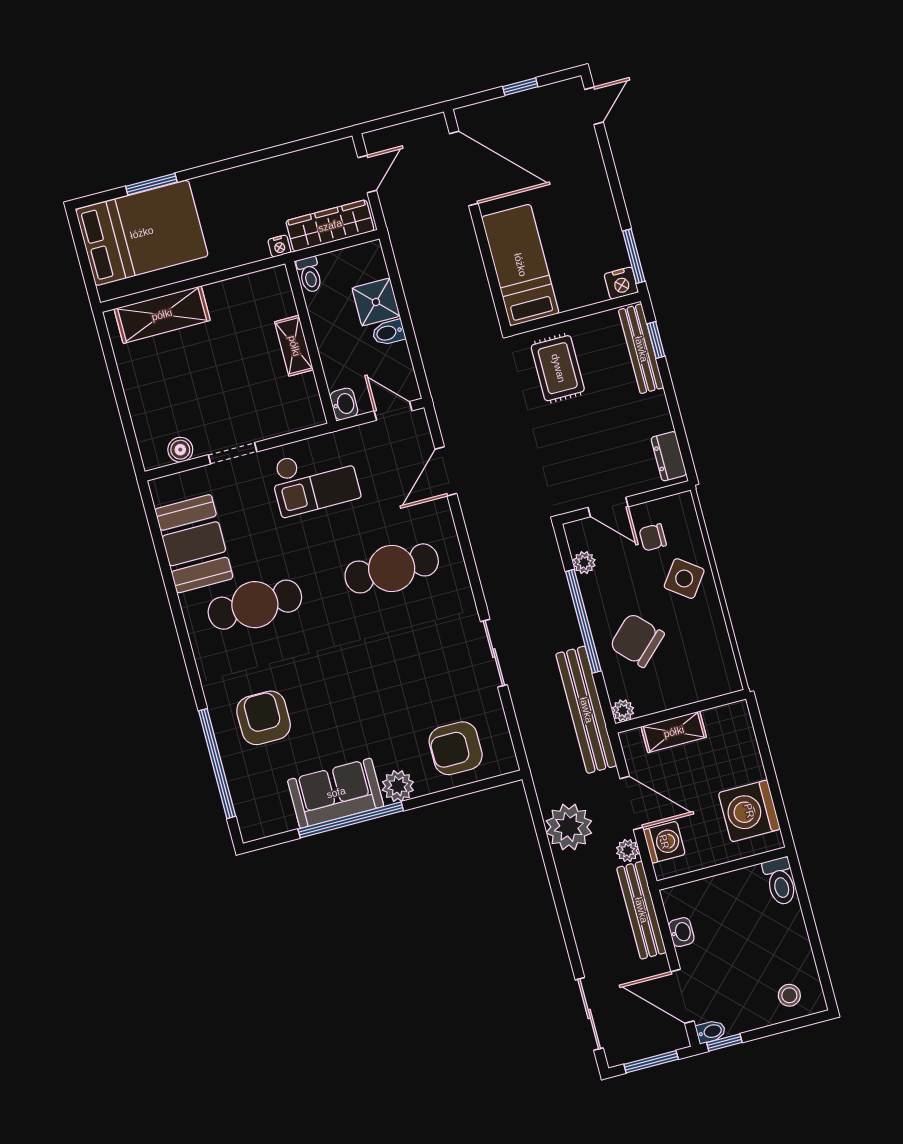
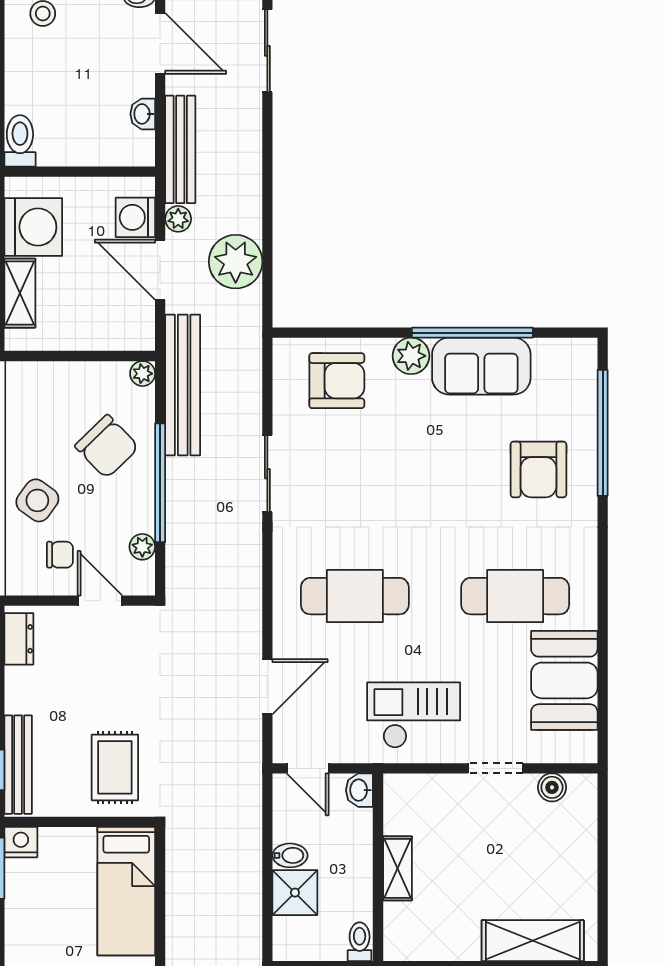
shelving: (674, 732) -> (20, 293), moved, turned 90

